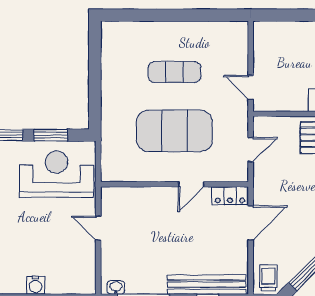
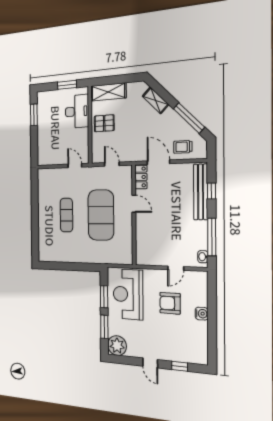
door: (251, 87) -> (75, 166), swing flipped
door: (98, 228) -> (176, 268), moved
armchair: (47, 239) -> (170, 303), added
trolley: (268, 278) -> (183, 147), moved

